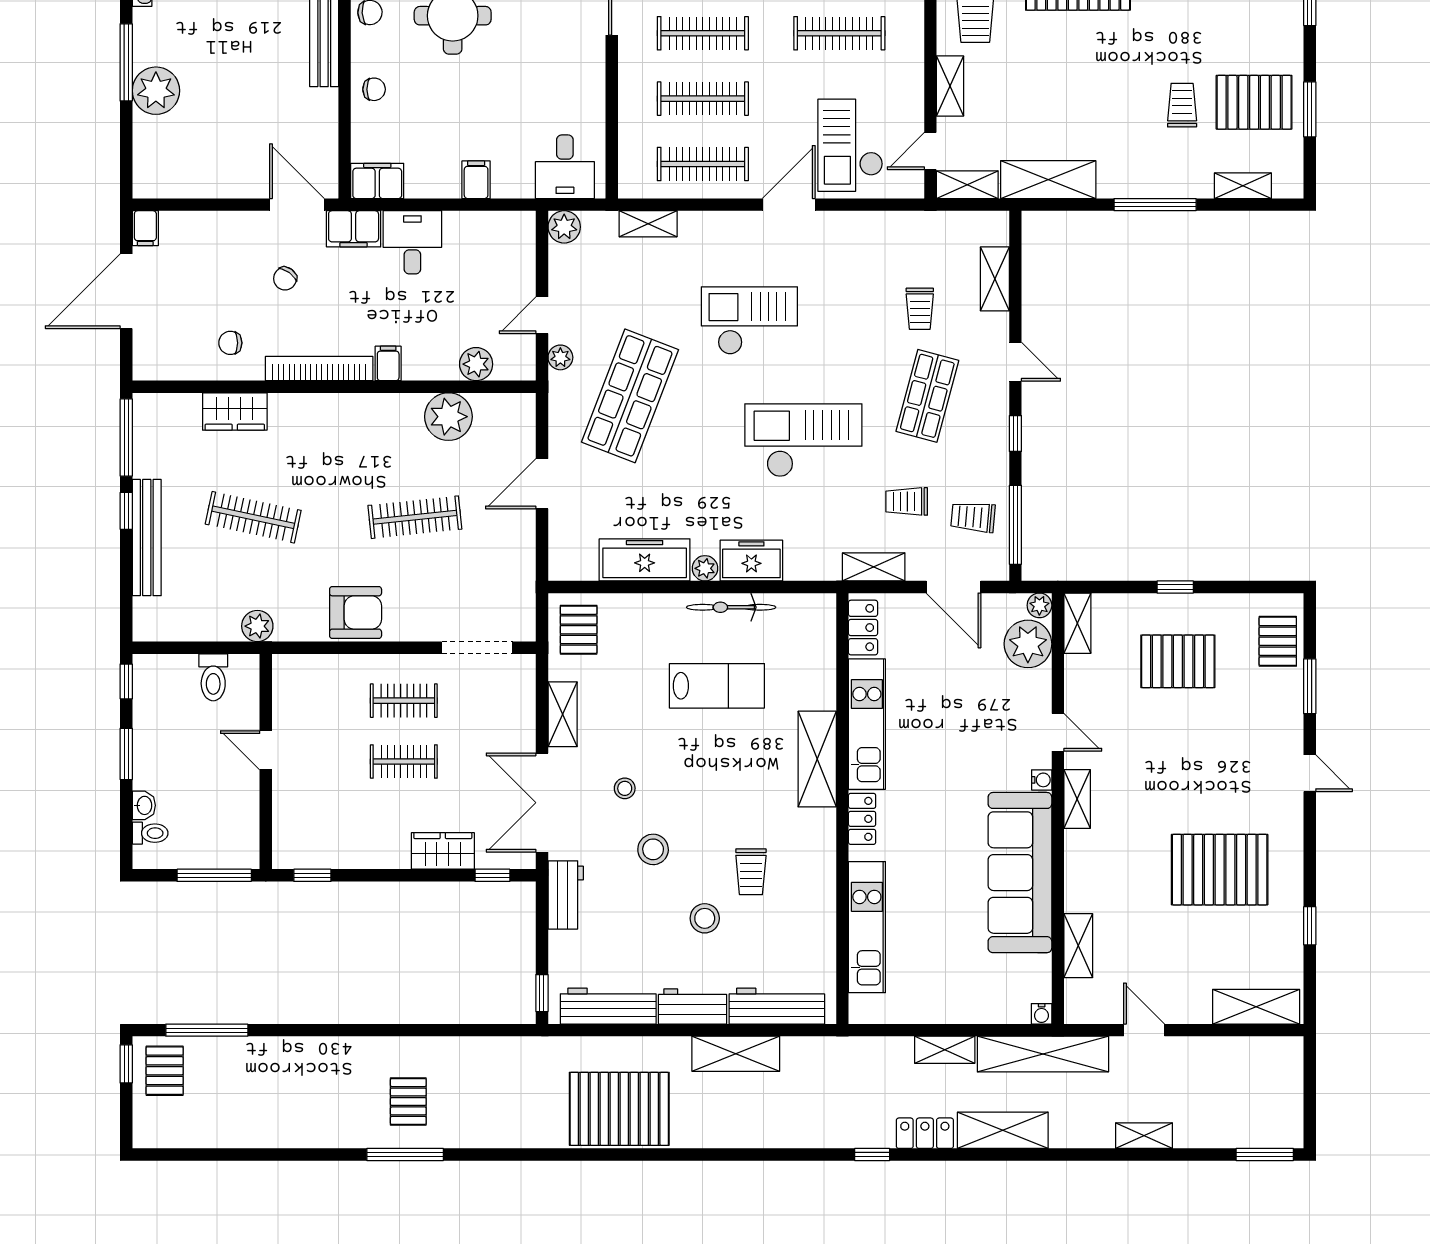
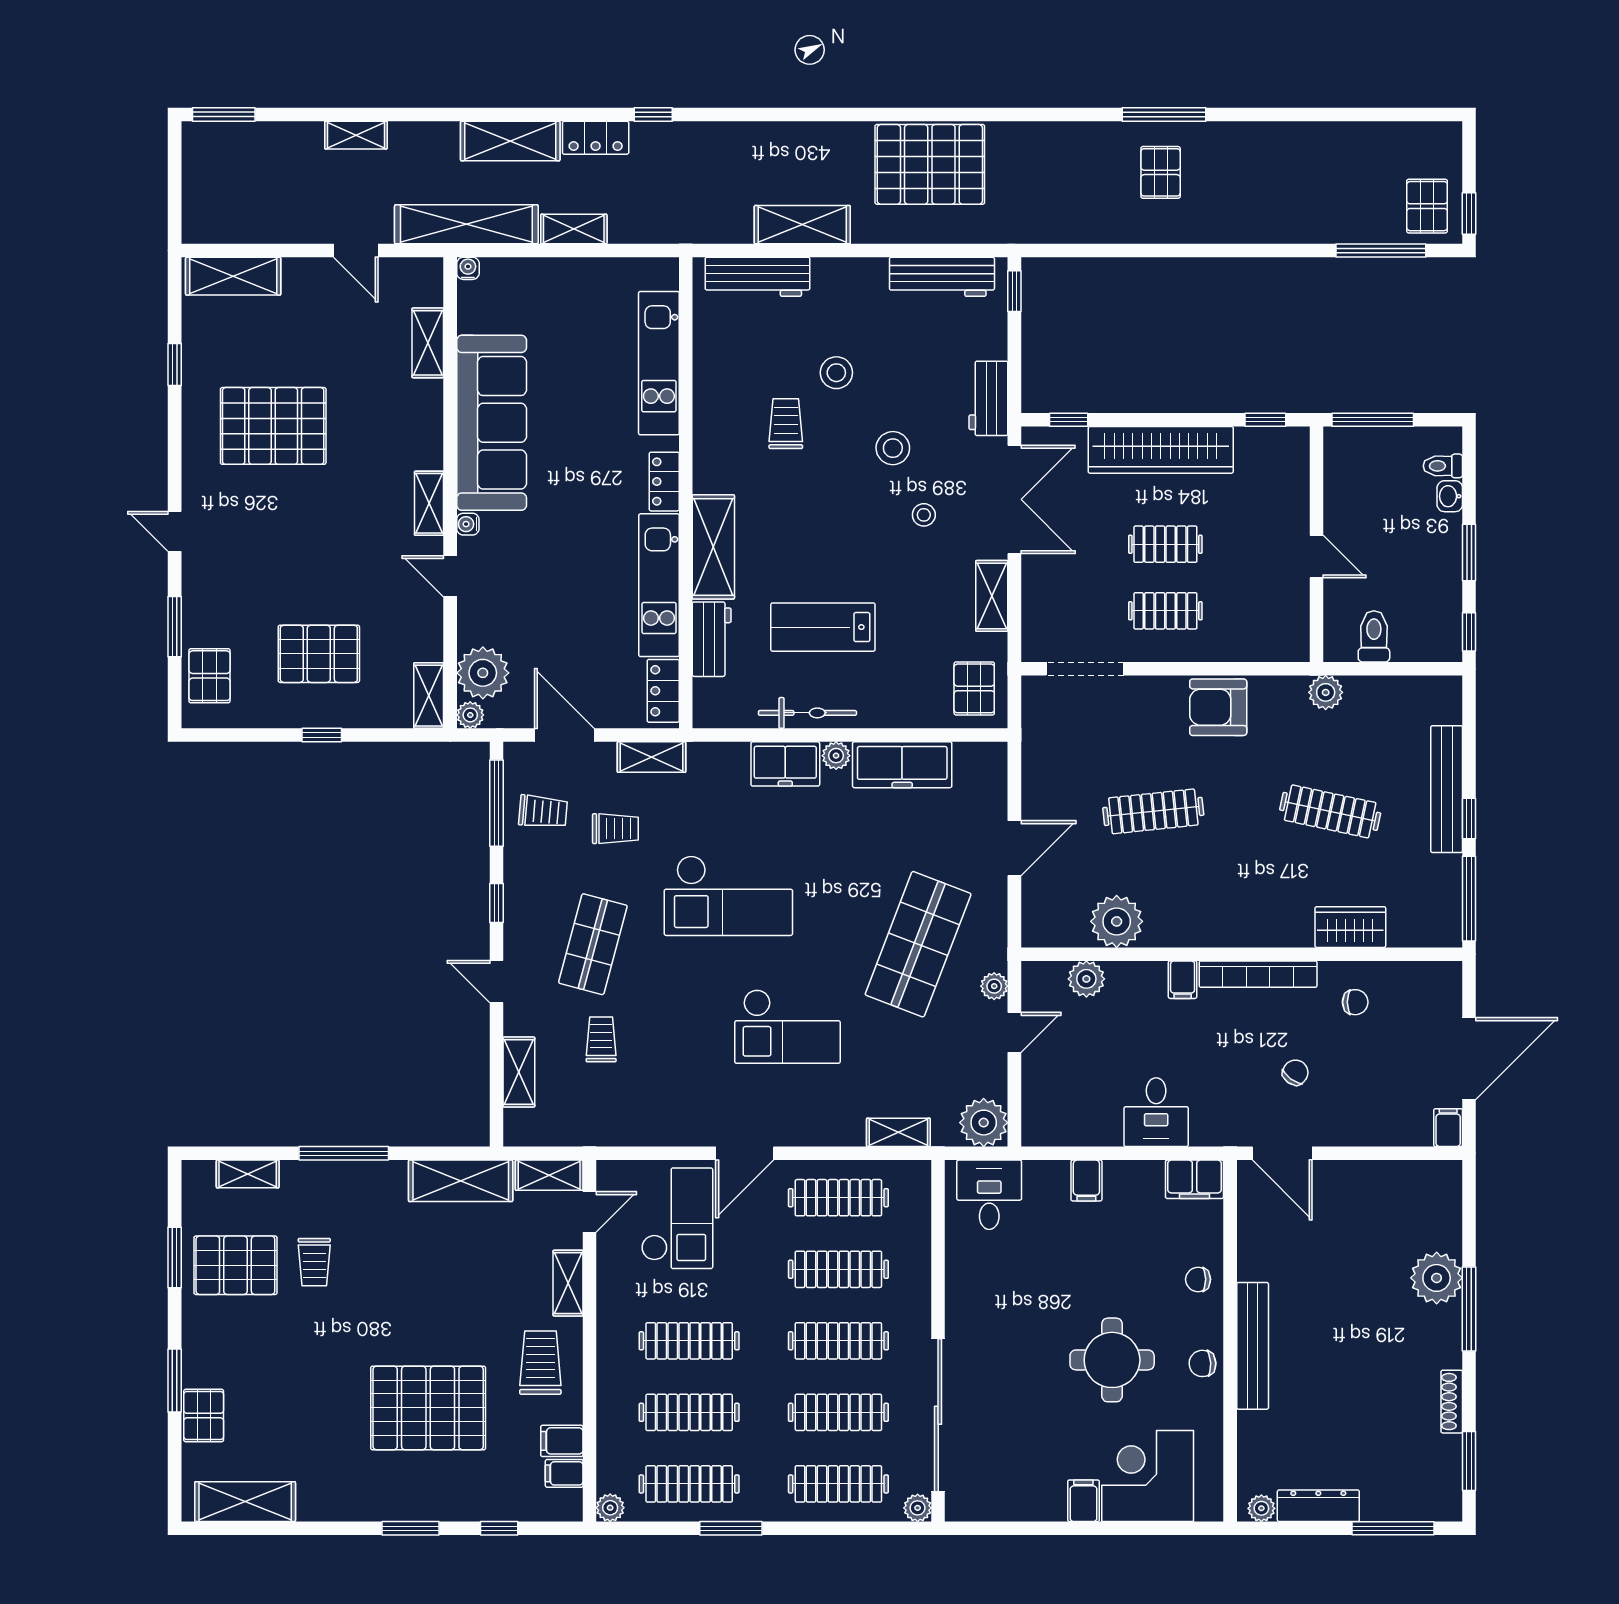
plant: (564, 227) -> (984, 1123), width x1.36, depth x1.36
filing cabinet: (354, 229) -> (1220, 1127), removed
wardrobe: (443, 851) -> (1161, 450), width x2.10, depth x1.17
workbench: (693, 1006) -> (712, 639), moved, turned -90

